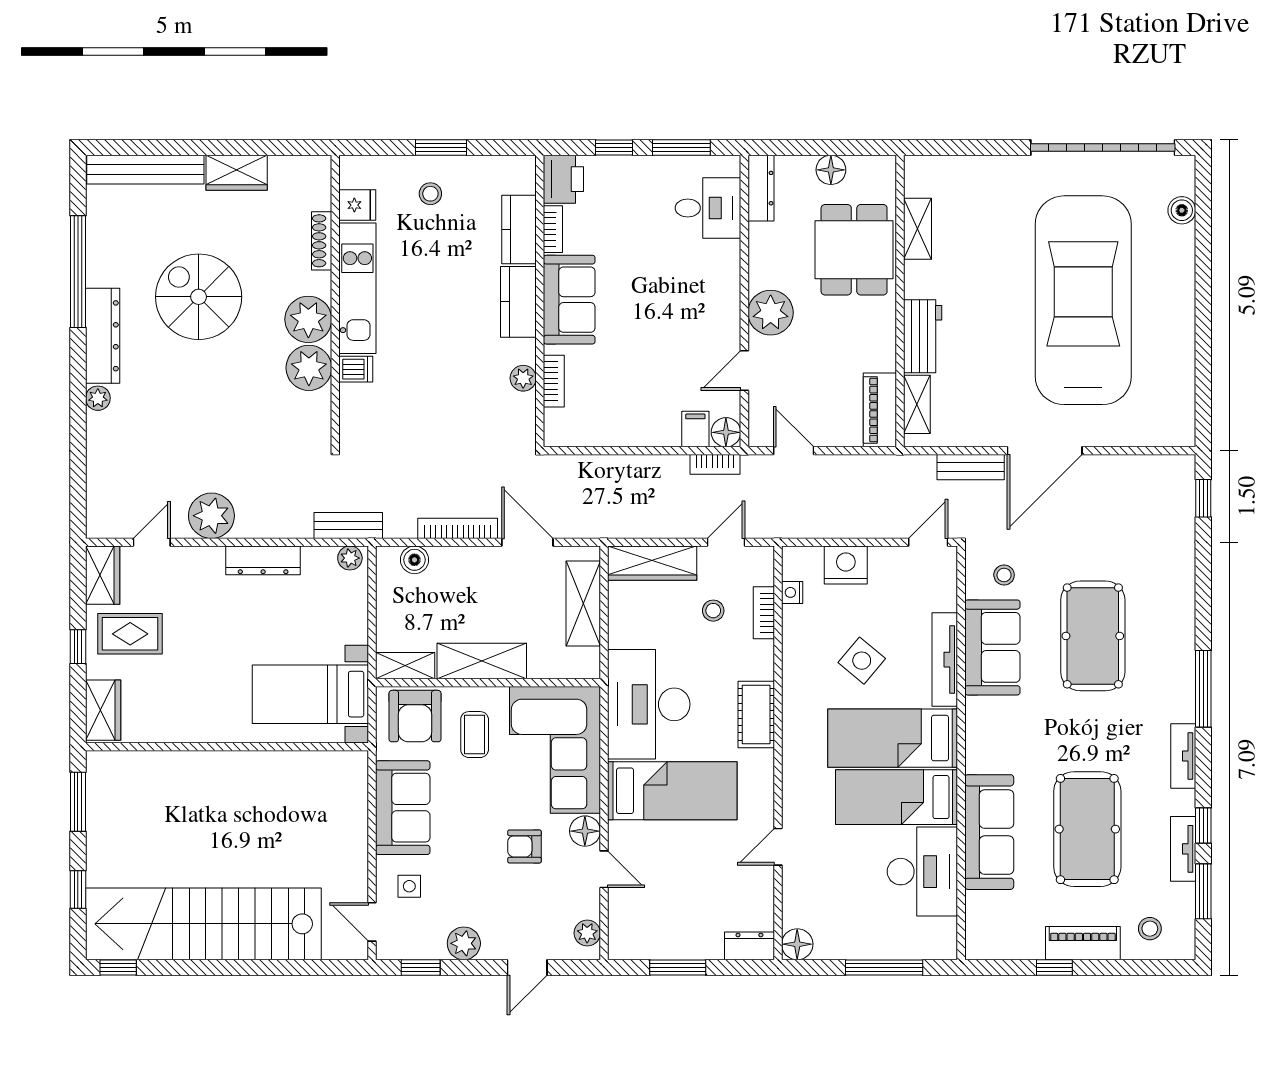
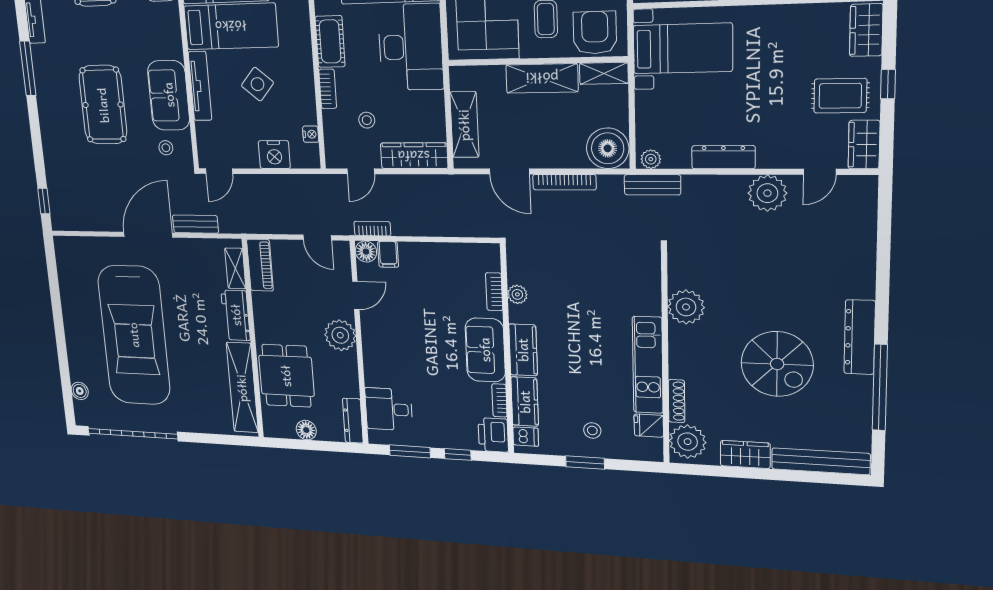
shelving: (917, 229) -> (242, 388), width x2.20, depth x1.33
plant: (308, 319) -> (688, 442), moved
dishwasher: (356, 369) -> (526, 437), moved, turned 180
plant: (98, 398) -> (865, 288), removed
boiler: (414, 560) -> (608, 148), width x1.86, depth x1.86
bookcase: (764, 613) -> (328, 89), moved

